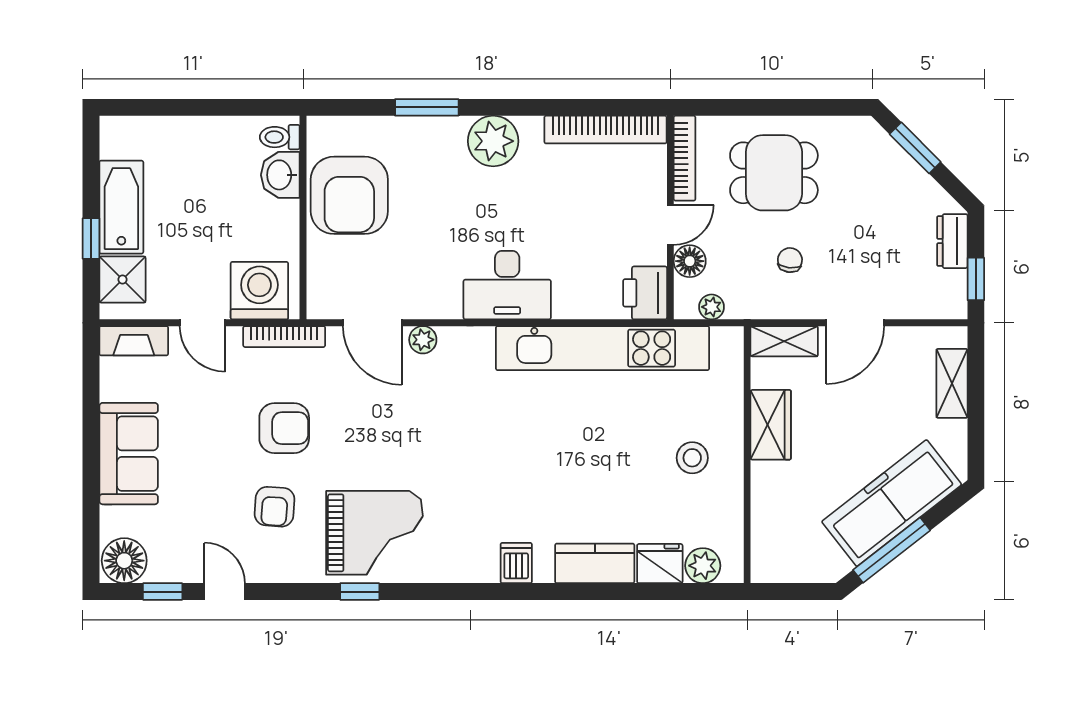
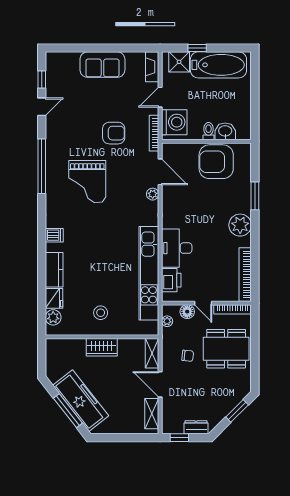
toilet: (280, 137) -> (208, 131), moved
dining table: (774, 173) -> (226, 349), width x1.38
bathtub: (121, 207) -> (218, 65), width x1.36, depth x1.36
desk: (507, 285) -> (177, 248), moved
printer: (645, 293) -> (171, 280), moved, turned 90
door: (372, 323) -> (160, 172), swing flipped
shelving: (952, 383) -> (152, 414), moved, turned 90
wardrobe: (771, 425) -> (102, 347), moved
armchair: (284, 428) -> (114, 133), turned -90
armchair: (275, 507) -> (79, 129), removed
grand piano: (374, 533) -> (87, 182), moved
window: (892, 550) -> (68, 411), moved
floor lamp: (124, 561) -> (55, 63), removed
window: (360, 592) -> (42, 166), width x3.17

